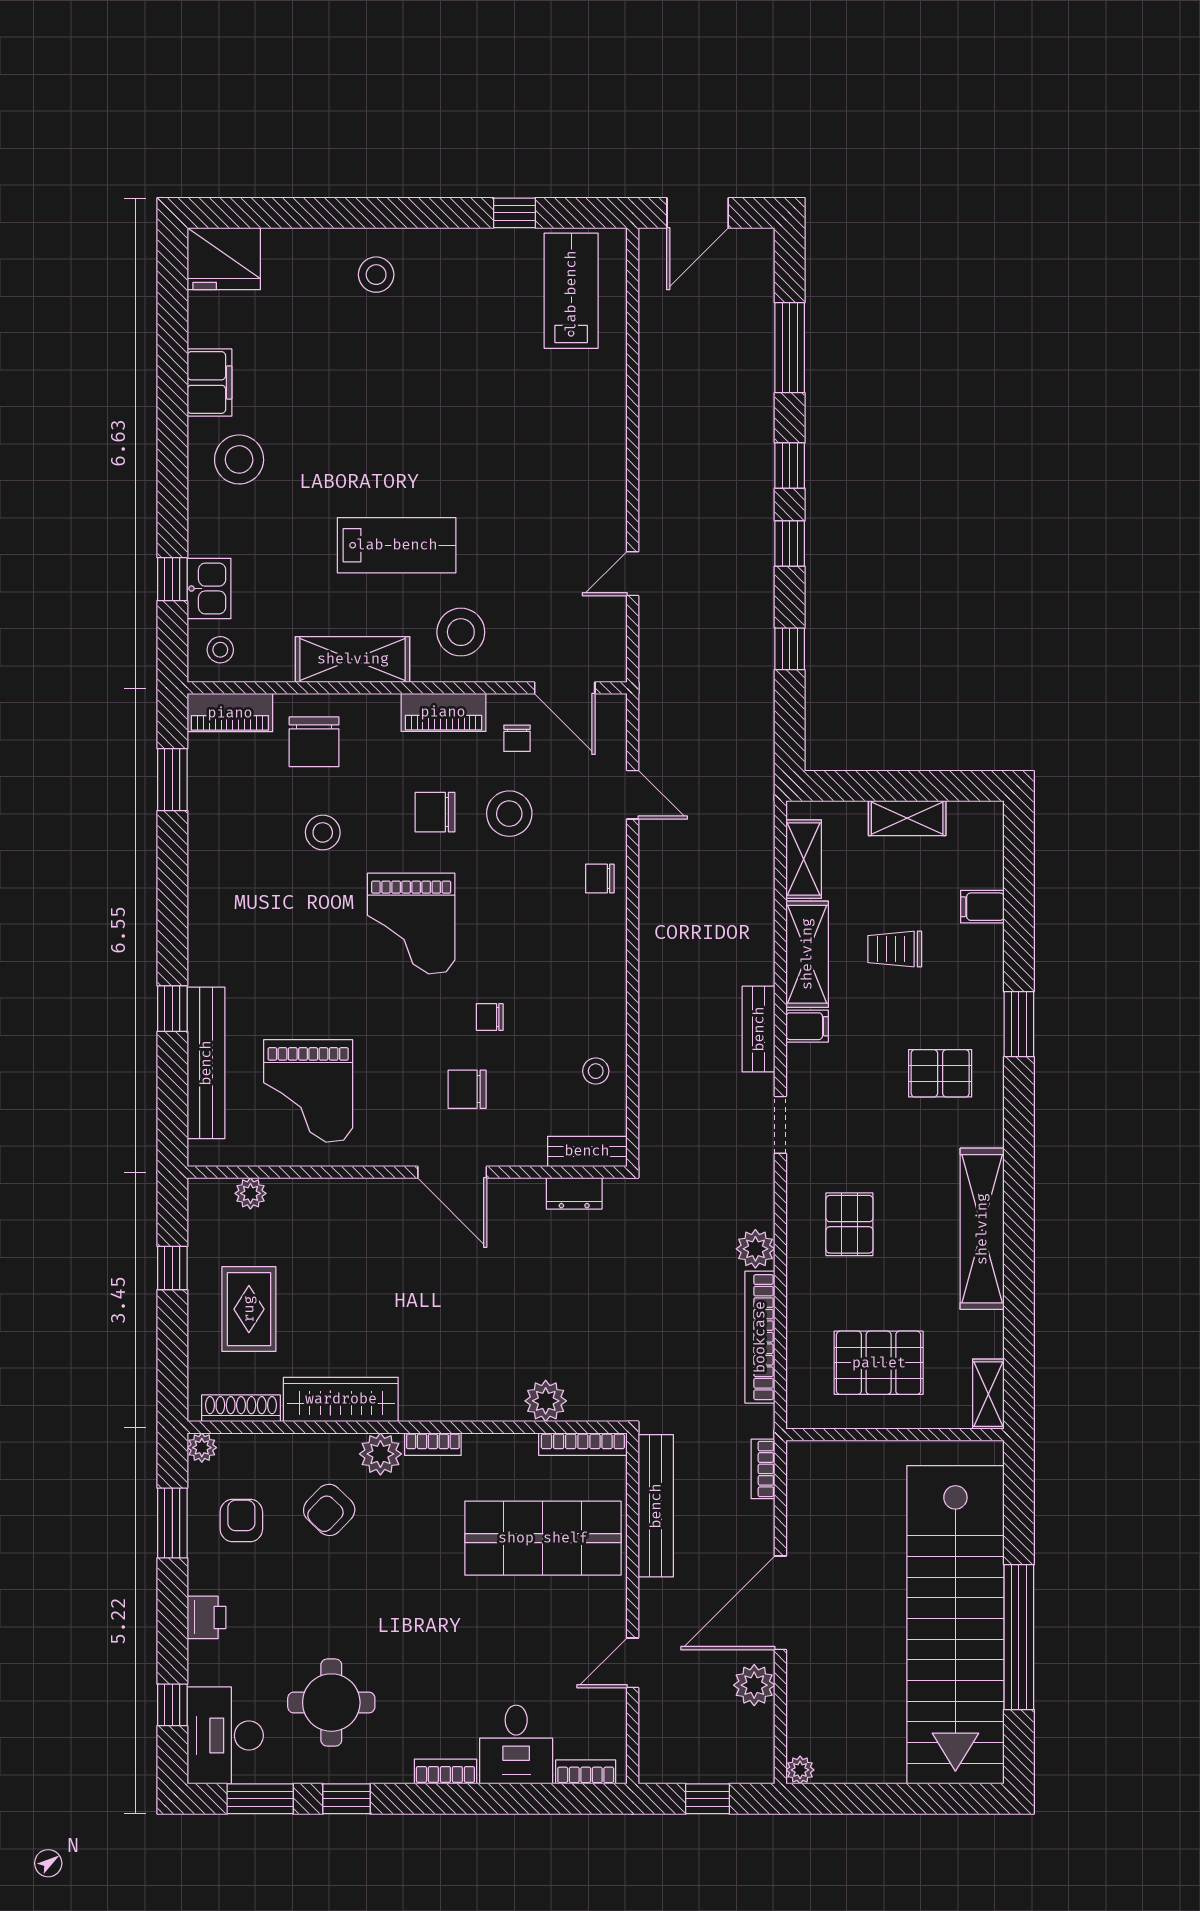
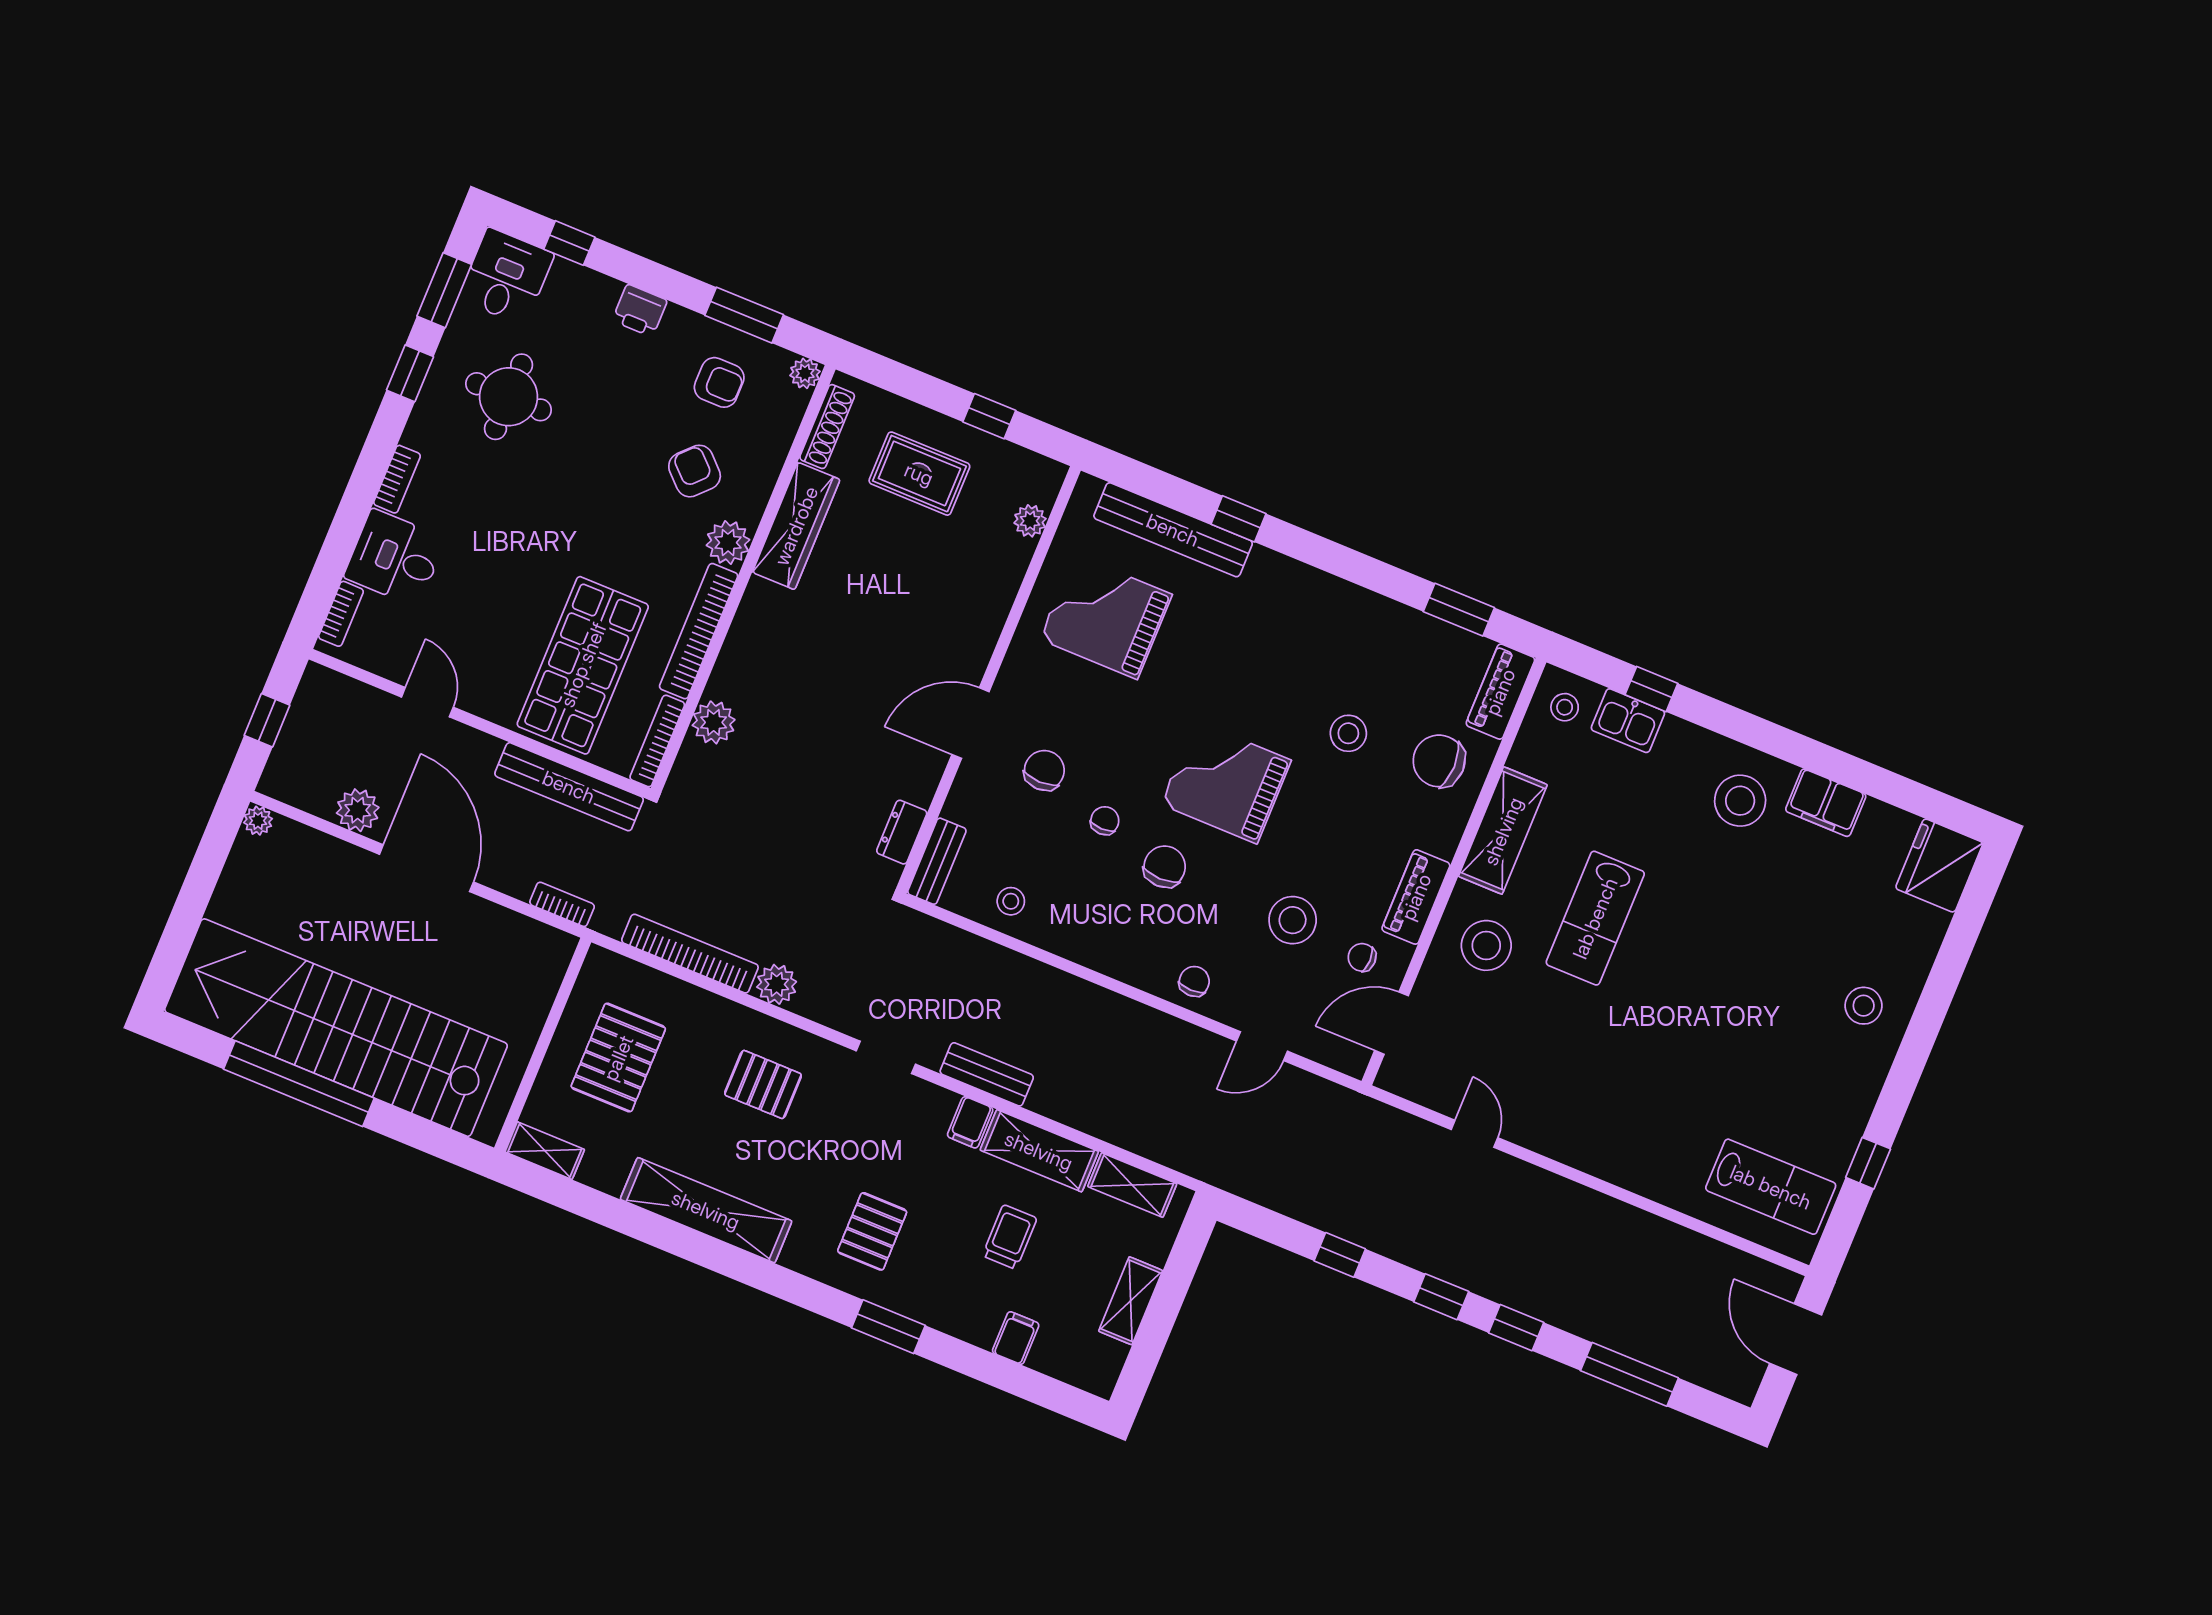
chair: (435, 812) -> (1165, 867), moved
bookcase: (433, 1444) -> (699, 631), width x2.31, depth x1.31
desk: (225, 1735) -> (506, 277), width x0.73

